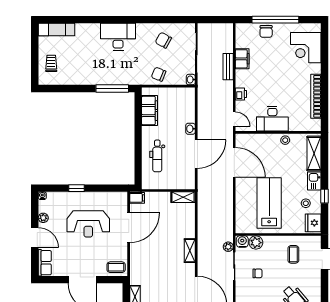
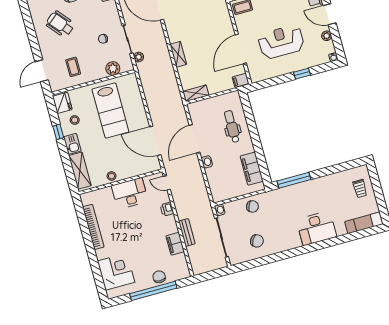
desk: (118, 37) -> (317, 228), moved
water cooler: (242, 242) -> (126, 66), removed
shelving: (190, 251) -> (178, 54), moved

